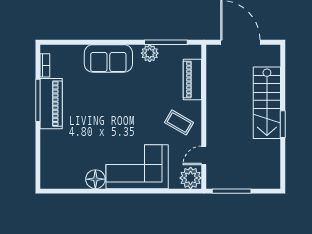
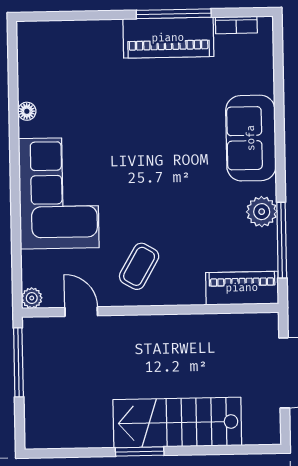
piano: (192, 80) -> (242, 288), moved
plant: (191, 178) -> (32, 298), width x0.53, depth x0.53
floor lamp: (95, 179) -> (27, 111), width x0.53, depth x0.53

